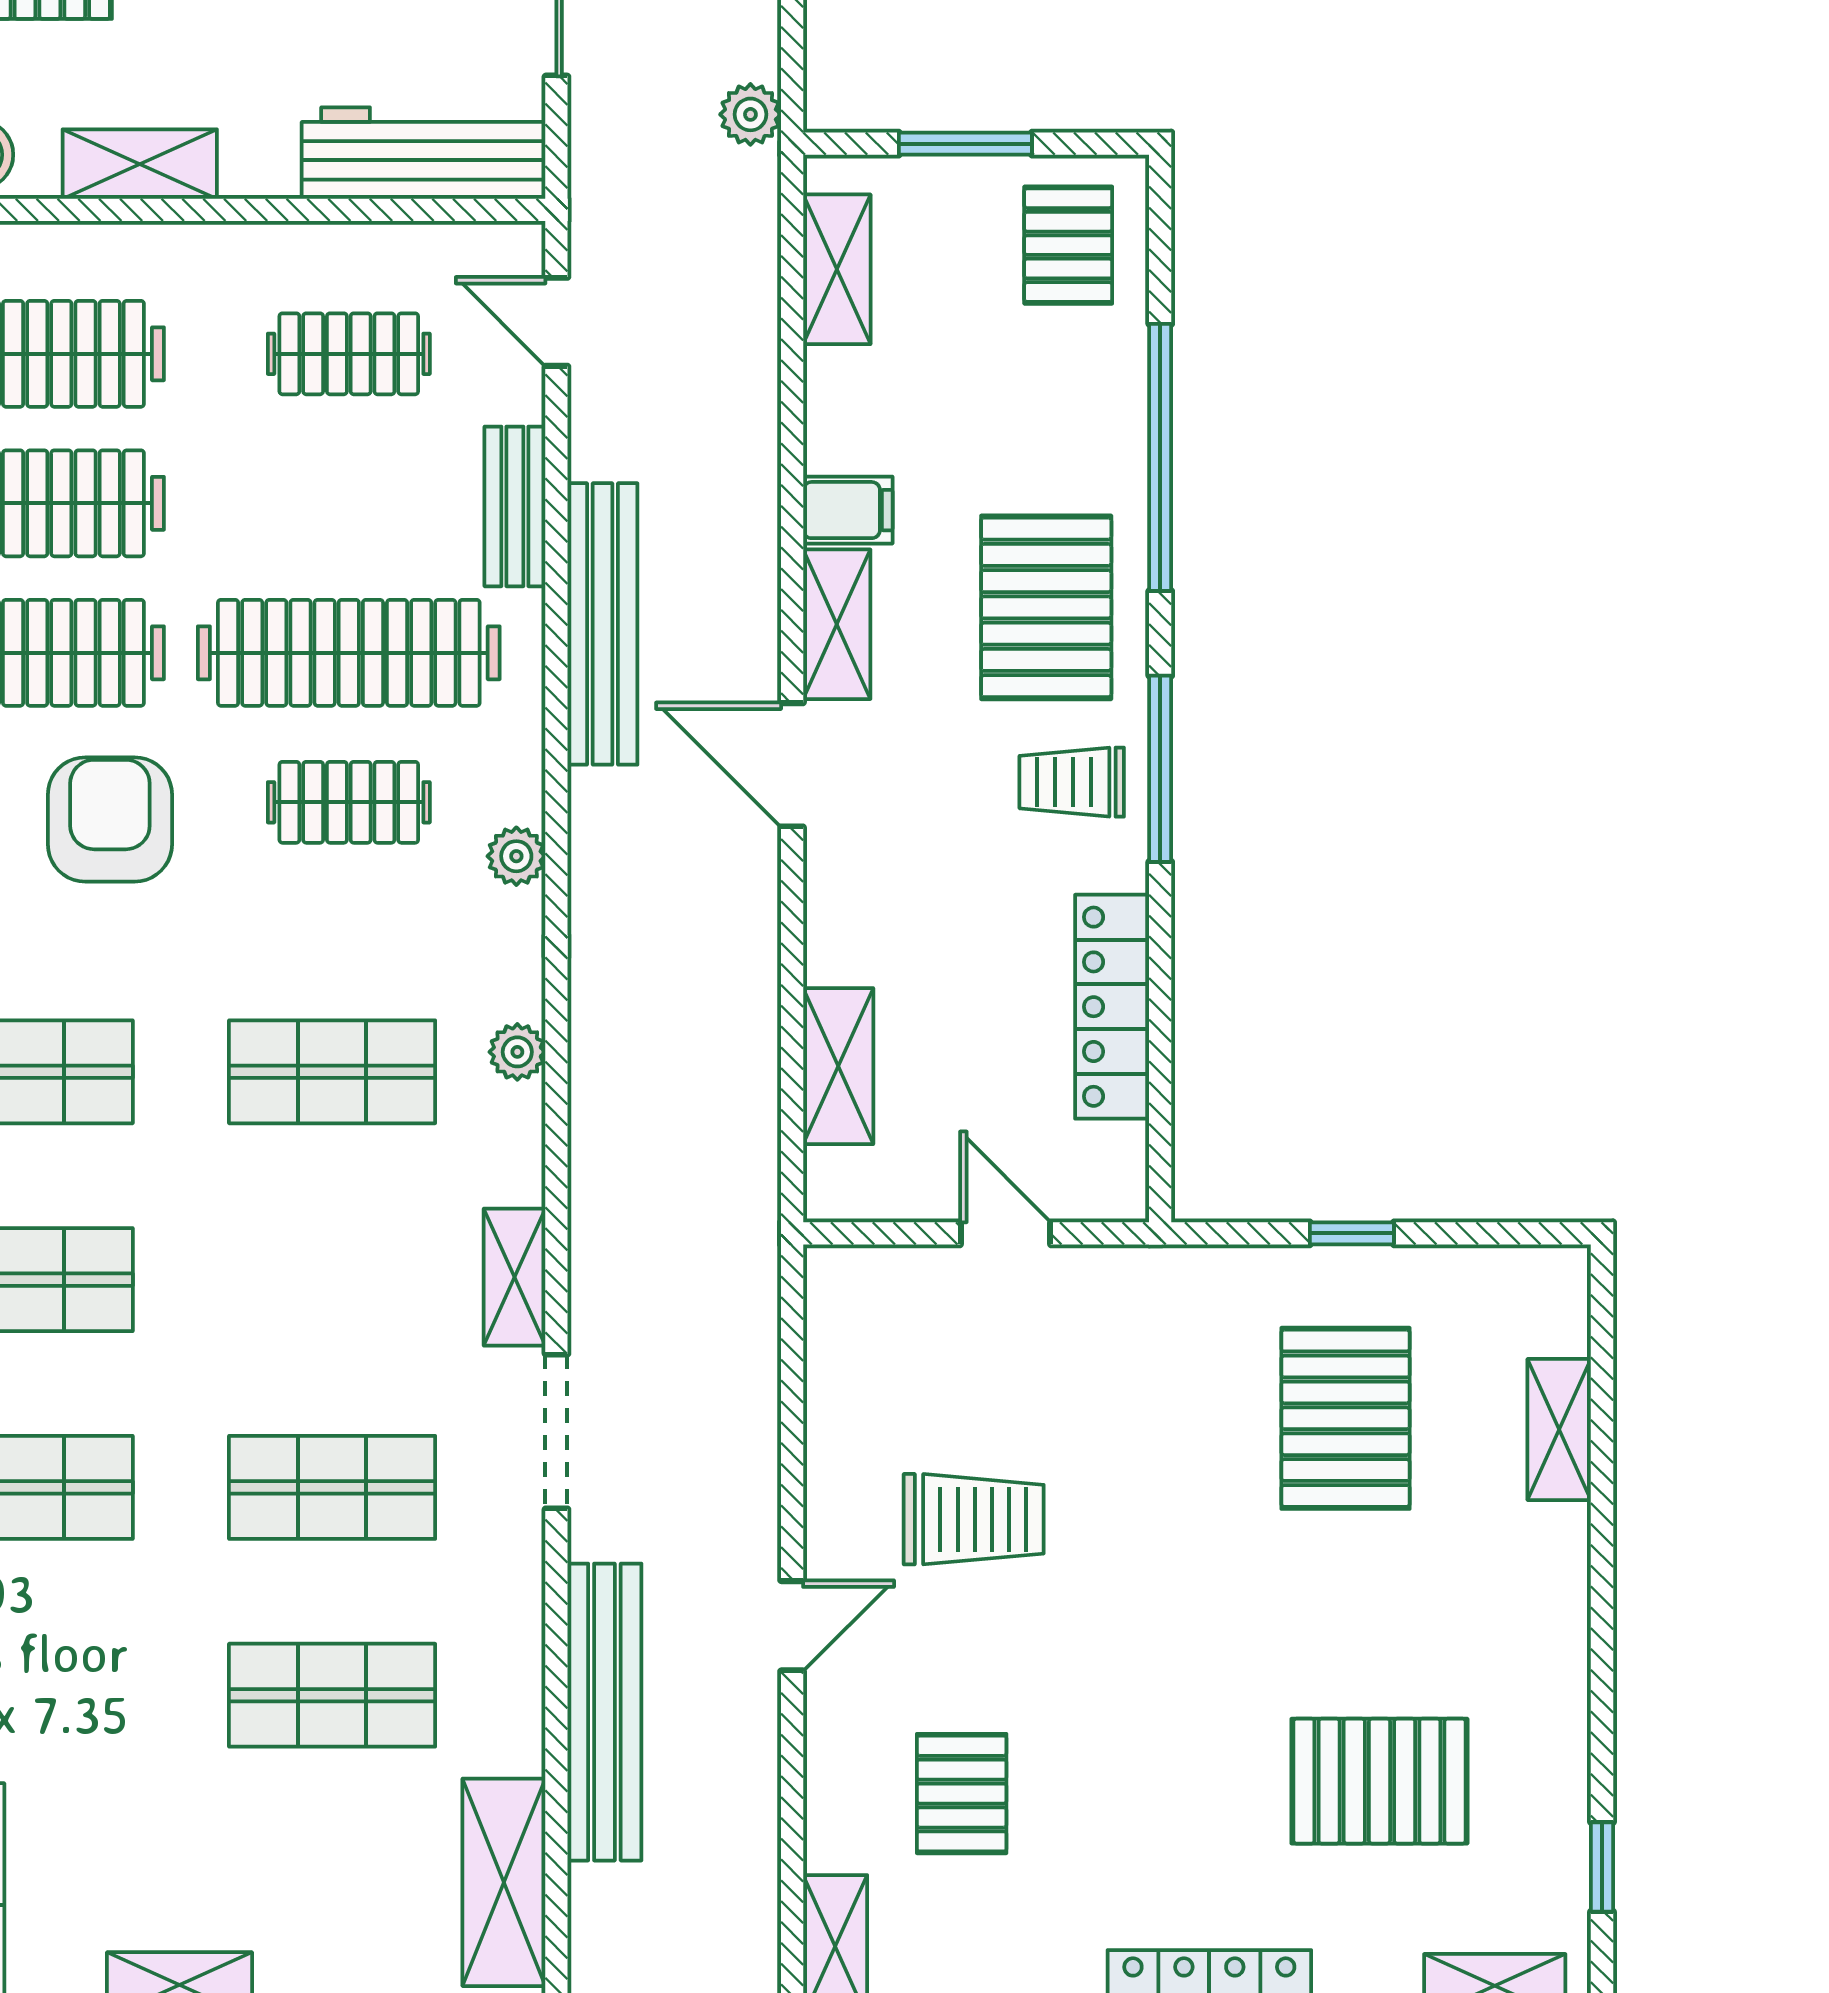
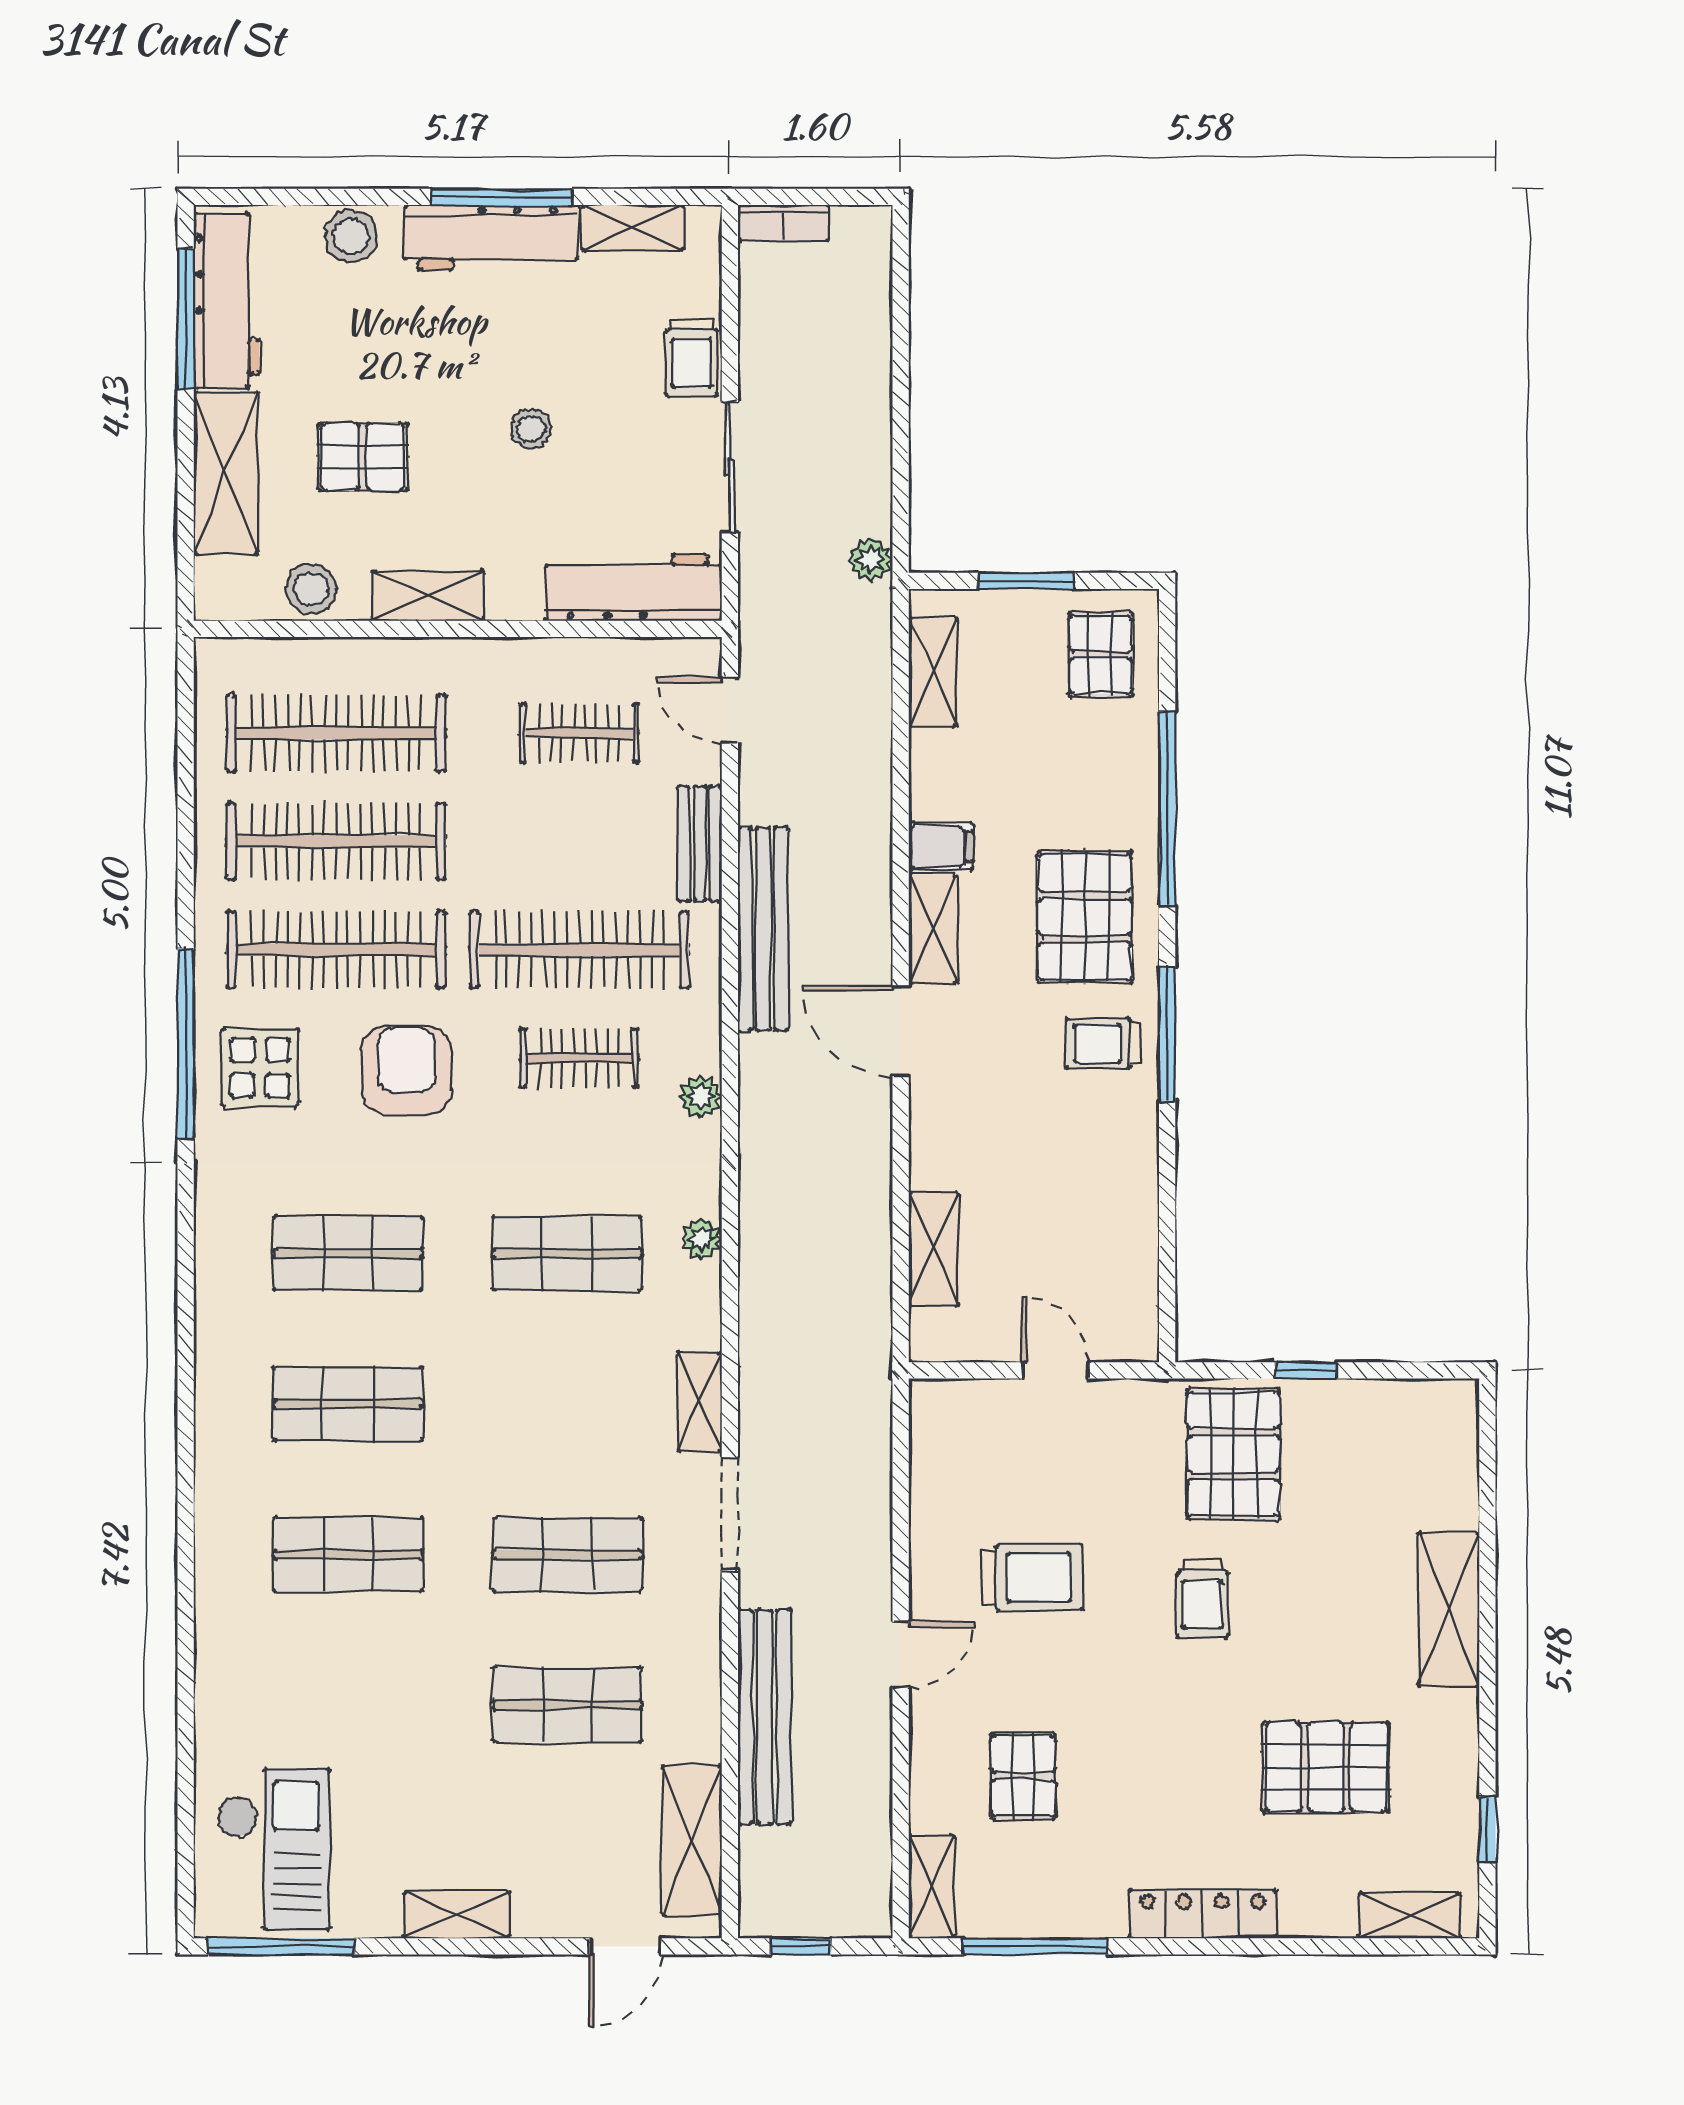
locker: (1112, 1007) -> (1132, 1206), removed
pallet: (1345, 1418) -> (1234, 1454), moved
shelving: (1559, 1429) -> (1449, 1609), moved, width x1.50, depth x1.33
trolley: (1209, 1549) -> (1202, 1599), added

